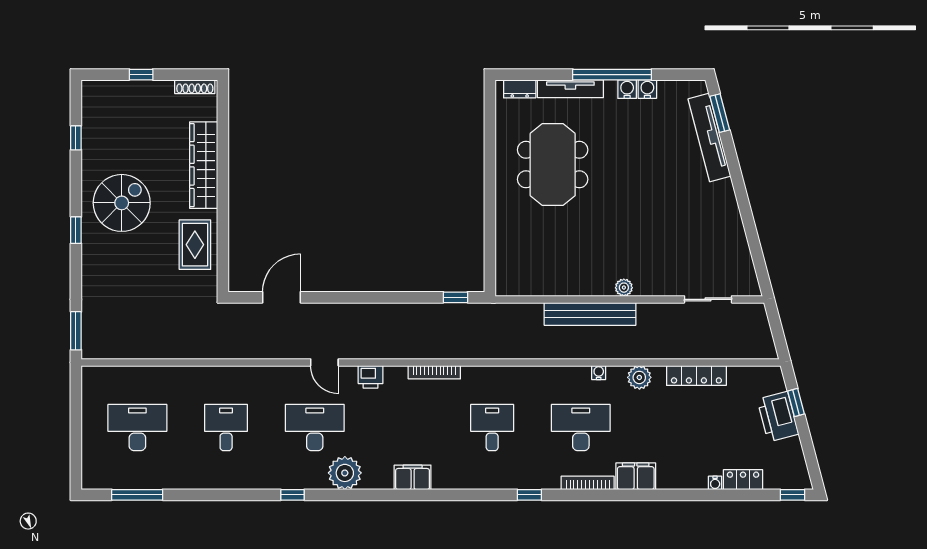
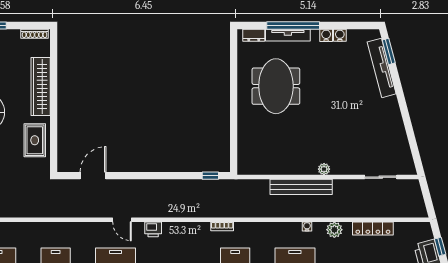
window: (612, 75) -> (293, 25), moved
bookcase: (434, 372) -> (222, 226), moved, width x0.64

